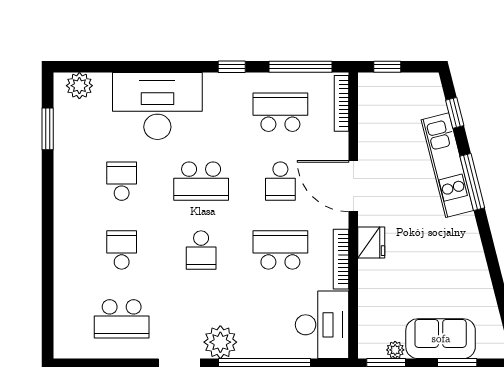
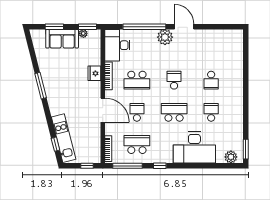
school desk: (280, 112) -> (137, 145), turned 180
window: (48, 129) -> (246, 149), moved
kitchen unit: (447, 165) -> (64, 138), moved
school desk: (122, 181) -> (211, 112), turned 180
window: (472, 182) -> (41, 86), moved
fridge: (371, 242) -> (94, 73), moved
school desk: (122, 319) -> (211, 48), removed

